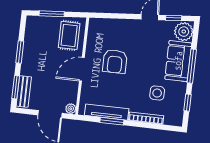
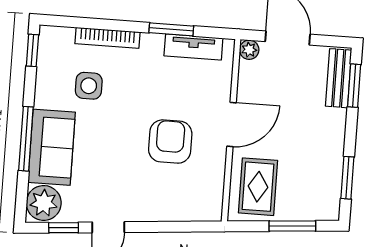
window: (20, 52) -> (347, 178), moved
window: (188, 103) -> (32, 50), moved
tv unit: (107, 112) -> (193, 47), width x0.71

